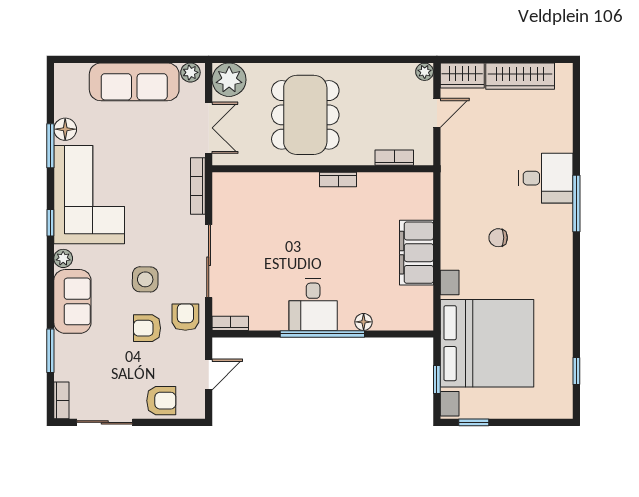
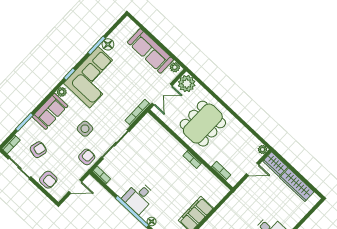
armchair: (147, 328) -> (38, 150), moved, turned 104

